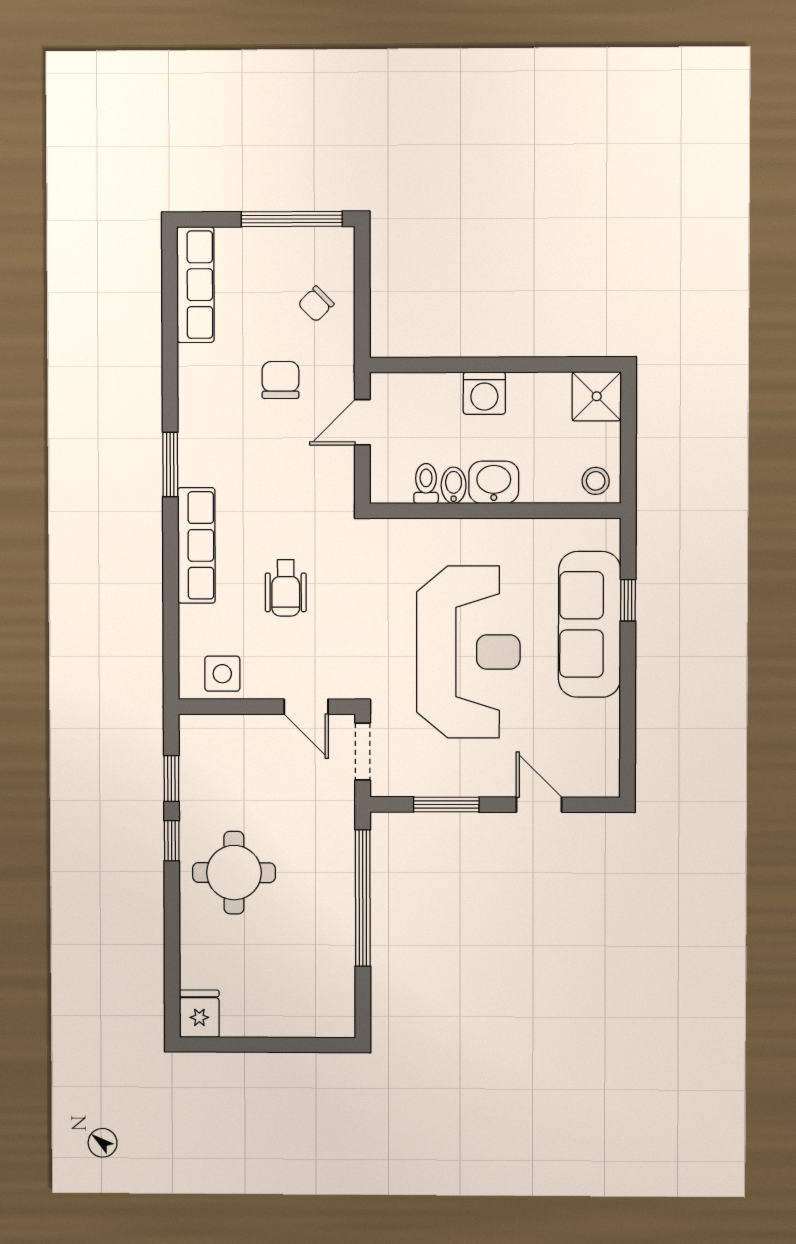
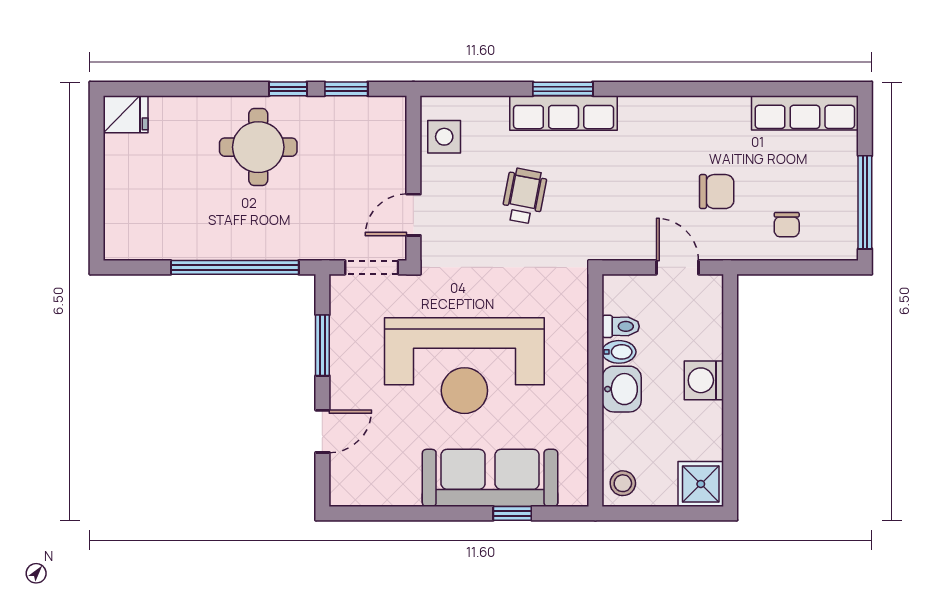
chair: (316, 304) -> (787, 225), turned -135
window: (170, 465) -> (563, 89), moved
wheelchair: (286, 588) -> (524, 196), turned 101

